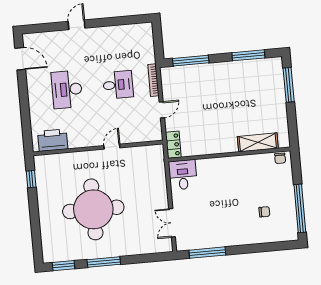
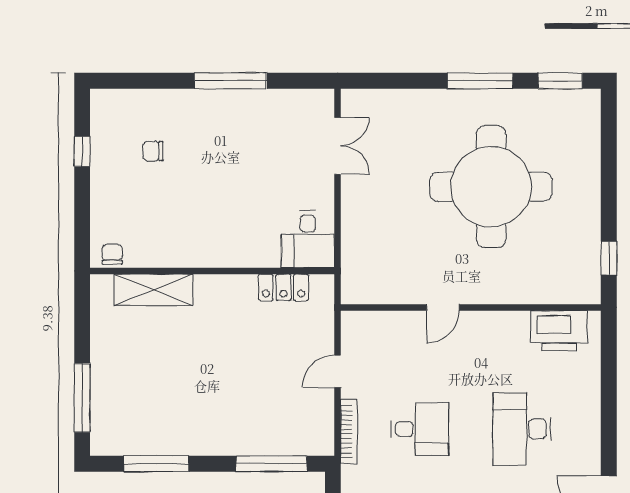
desk: (118, 85) -> (420, 429), turned 180
desk: (67, 89) -> (522, 429), turned 180
locker: (173, 145) -> (283, 287), moved, turned -90
window: (300, 208) -> (82, 151), width x0.32
window: (207, 253) -> (231, 81), moved

